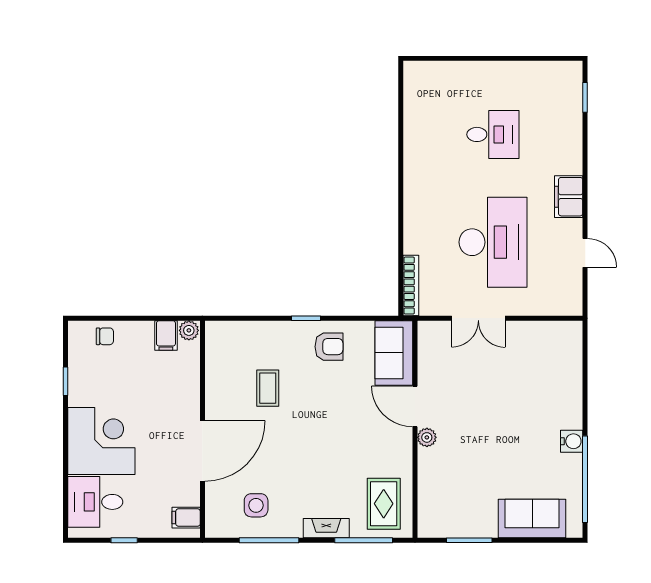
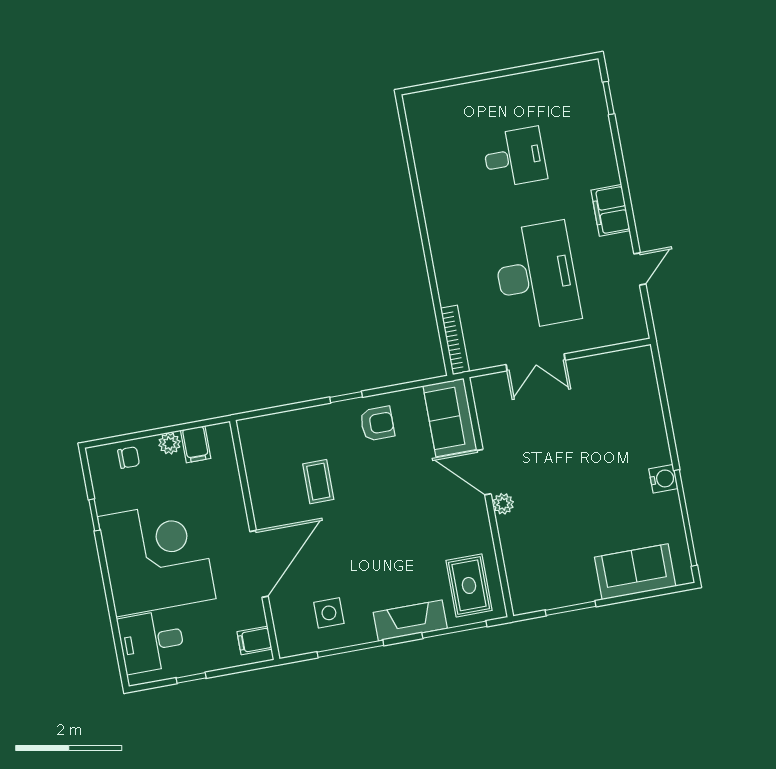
door: (585, 253) -> (640, 269), hinge flipped
plant: (189, 330) -> (169, 443), moved
corner desk: (101, 441) -> (157, 558), width x1.36, depth x1.36
fireplace: (326, 528) -> (410, 620), width x1.37, depth x1.32

